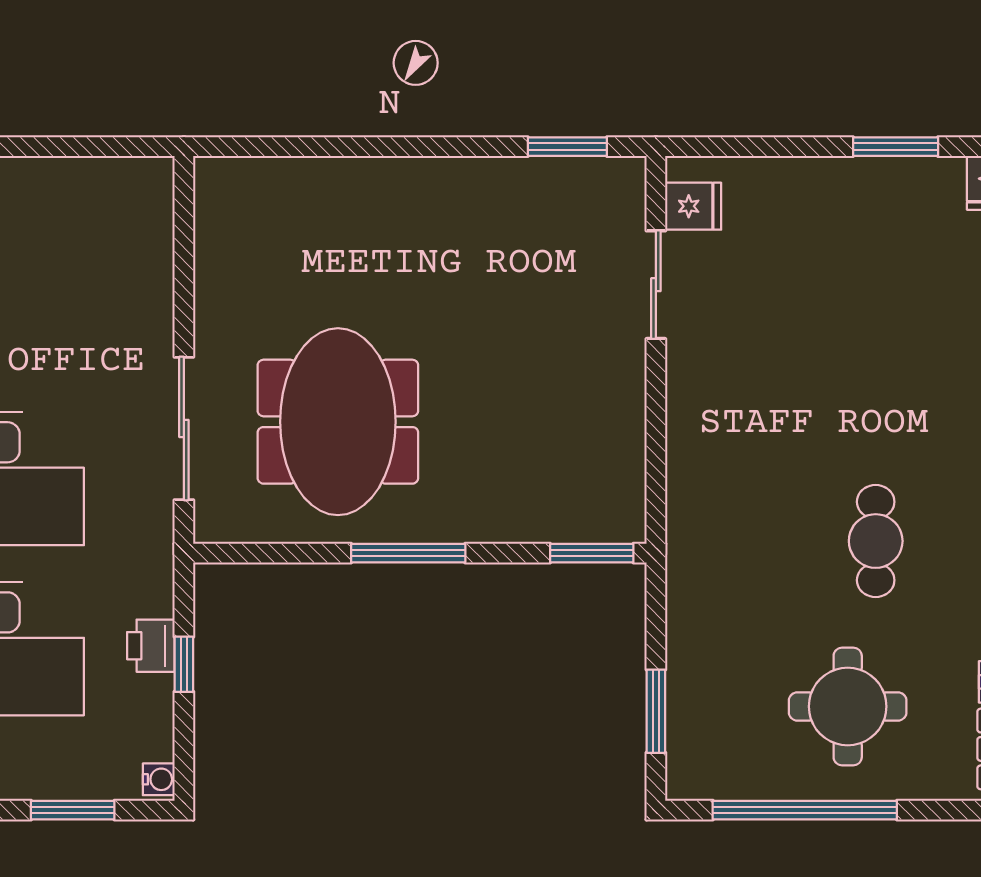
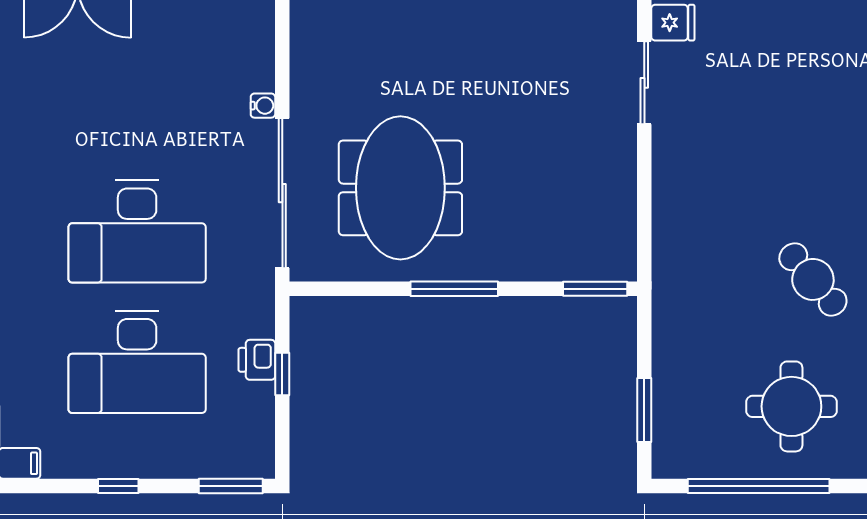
sliding door: (184, 428) -> (282, 193), width x1.36
cafe table: (876, 541) -> (813, 279), turned -41
water cooler: (159, 779) -> (263, 106), moved
window: (73, 810) -> (231, 486), moved

